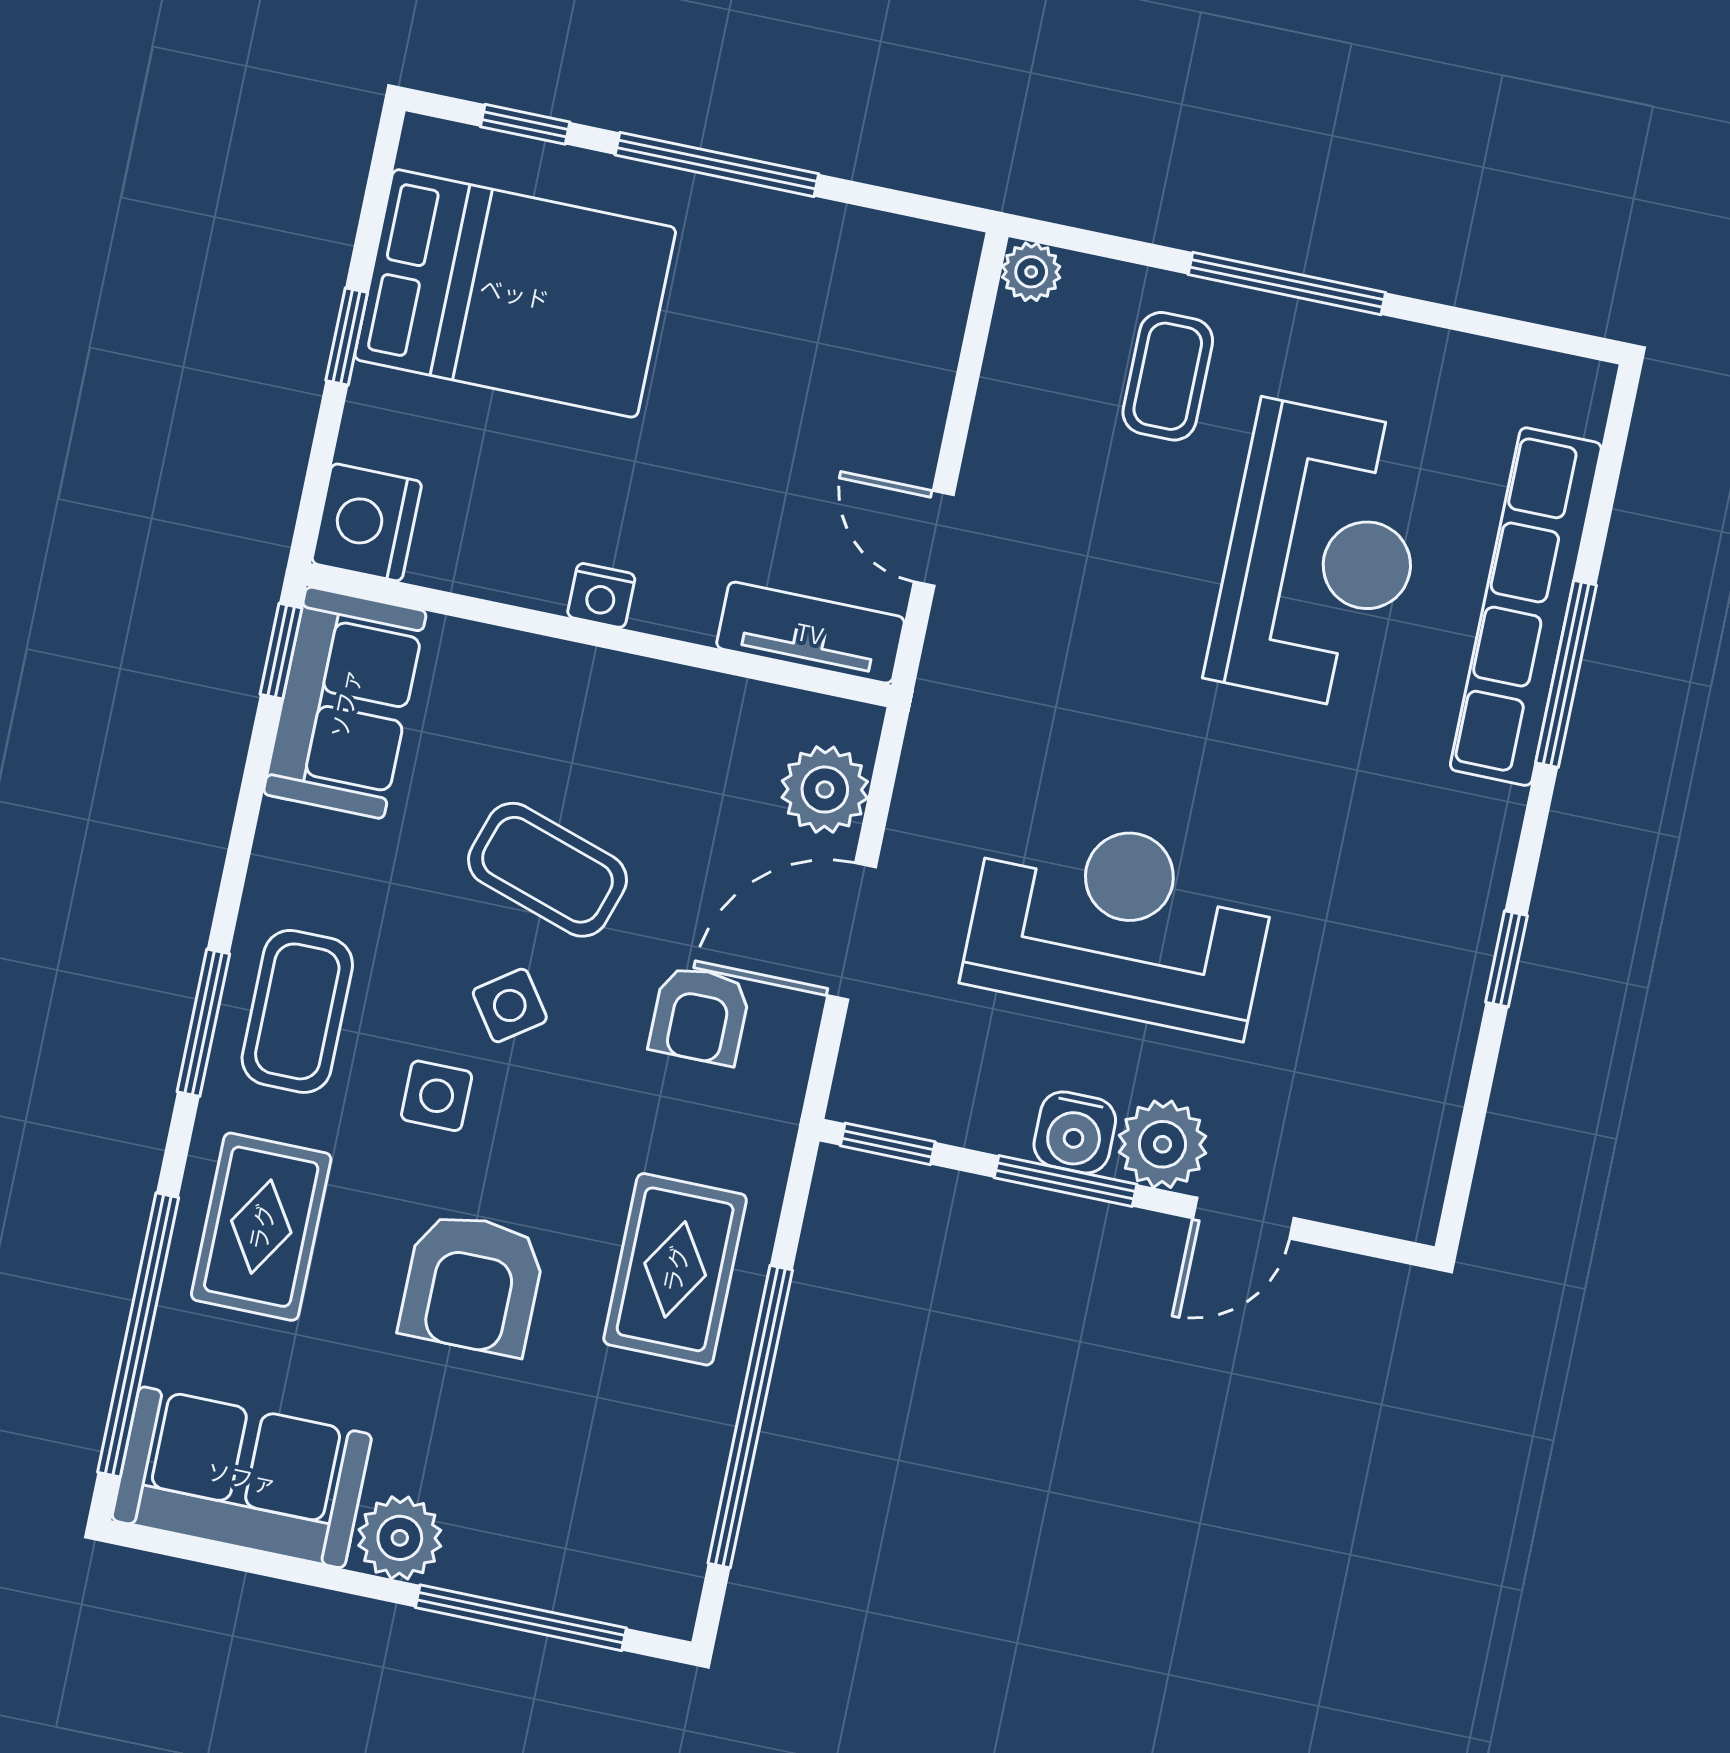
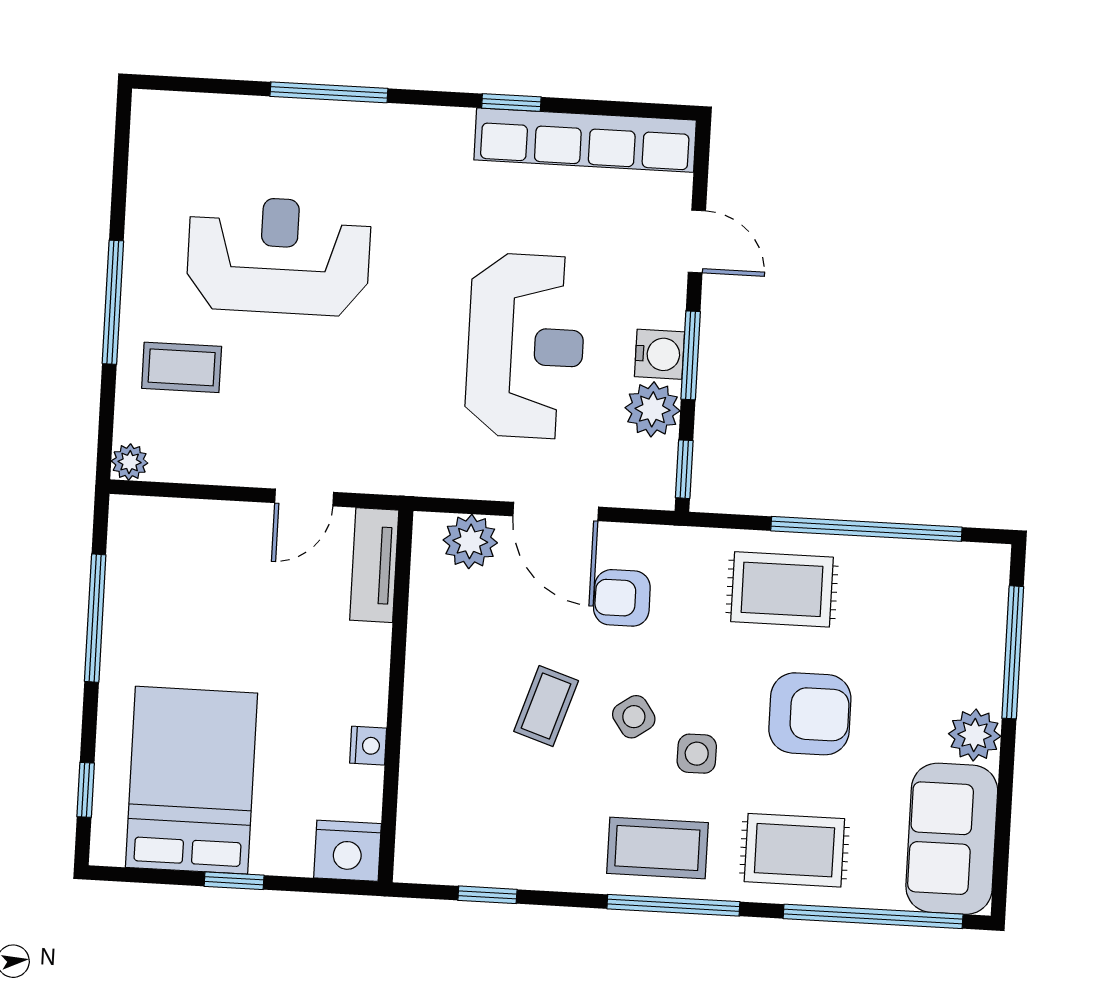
window: (717, 164) -> (95, 618), moved
nightstand: (601, 595) -> (368, 746), moved
row of seats: (1526, 607) -> (585, 140), moved
window: (281, 651) -> (487, 895), moved
sofa: (345, 703) -> (461, 847), removed
coffee table: (547, 870) -> (546, 706), width x0.73, depth x0.77
reception desk: (1120, 923) -> (526, 346), turned 180
armchair: (700, 1015) -> (622, 598), turned 180
window: (203, 1023) -> (673, 905), width x1.44
plant: (1162, 1144) -> (652, 409), moved

